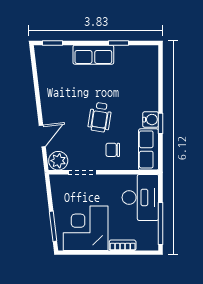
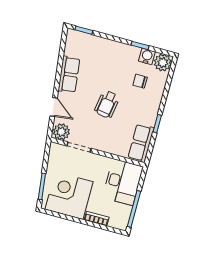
row of seats: (93, 55) -> (69, 74), moved, turned -97
plant: (149, 55) -> (163, 63), added
water cooler: (151, 120) -> (147, 56), moved, turned -90
door: (42, 136) -> (54, 107), hinge flipped
chair: (113, 150) -> (140, 81), moved

